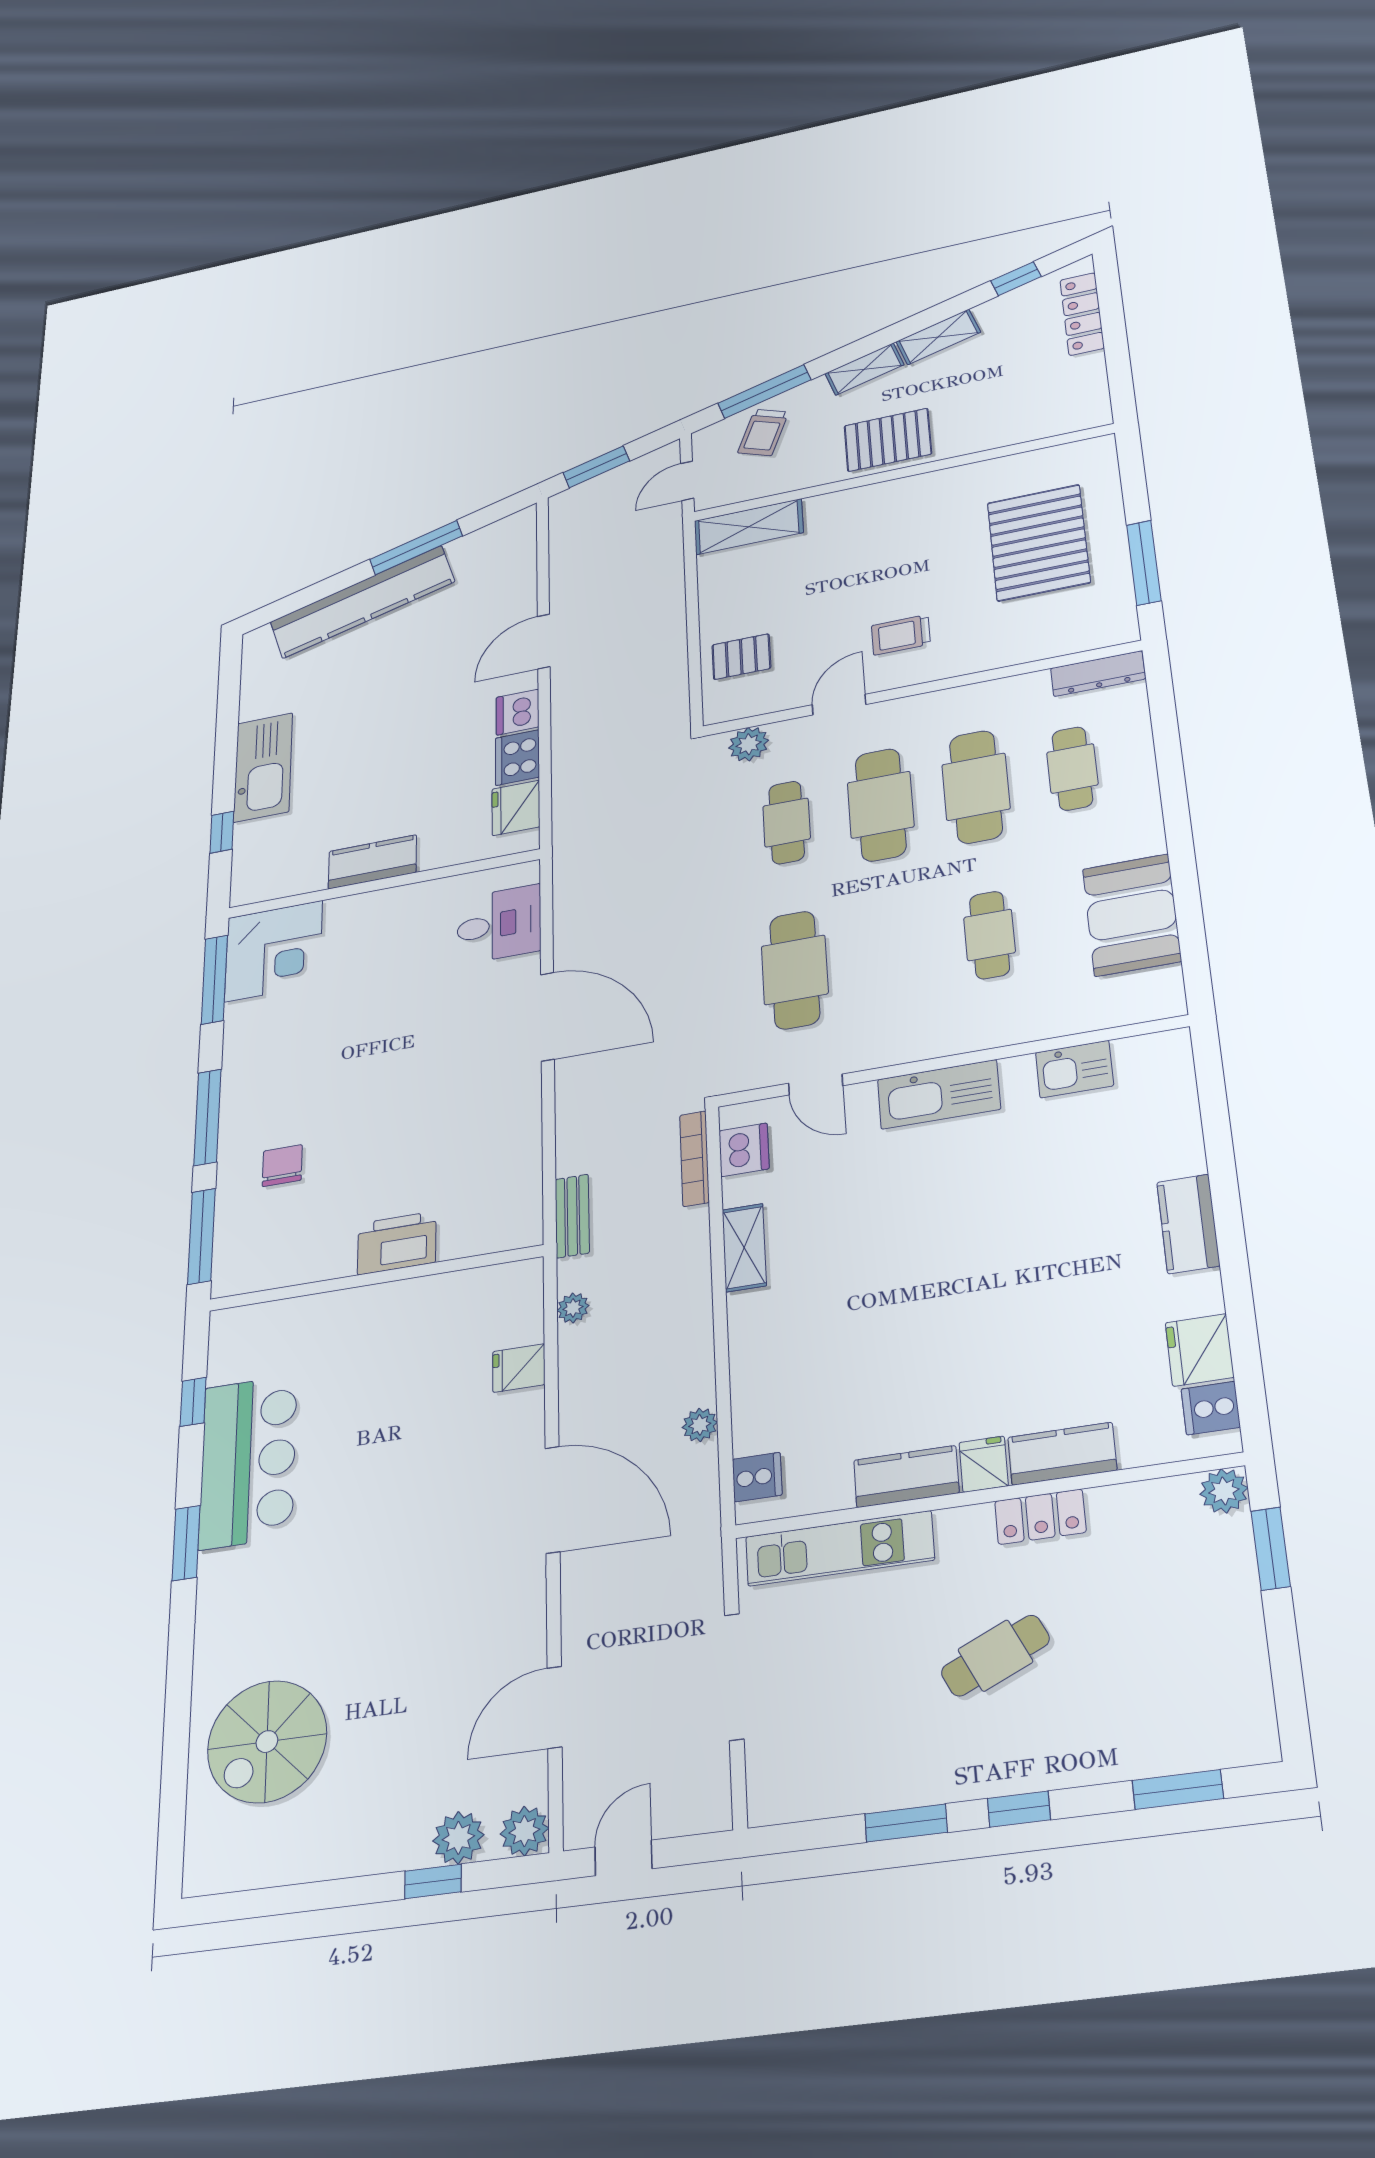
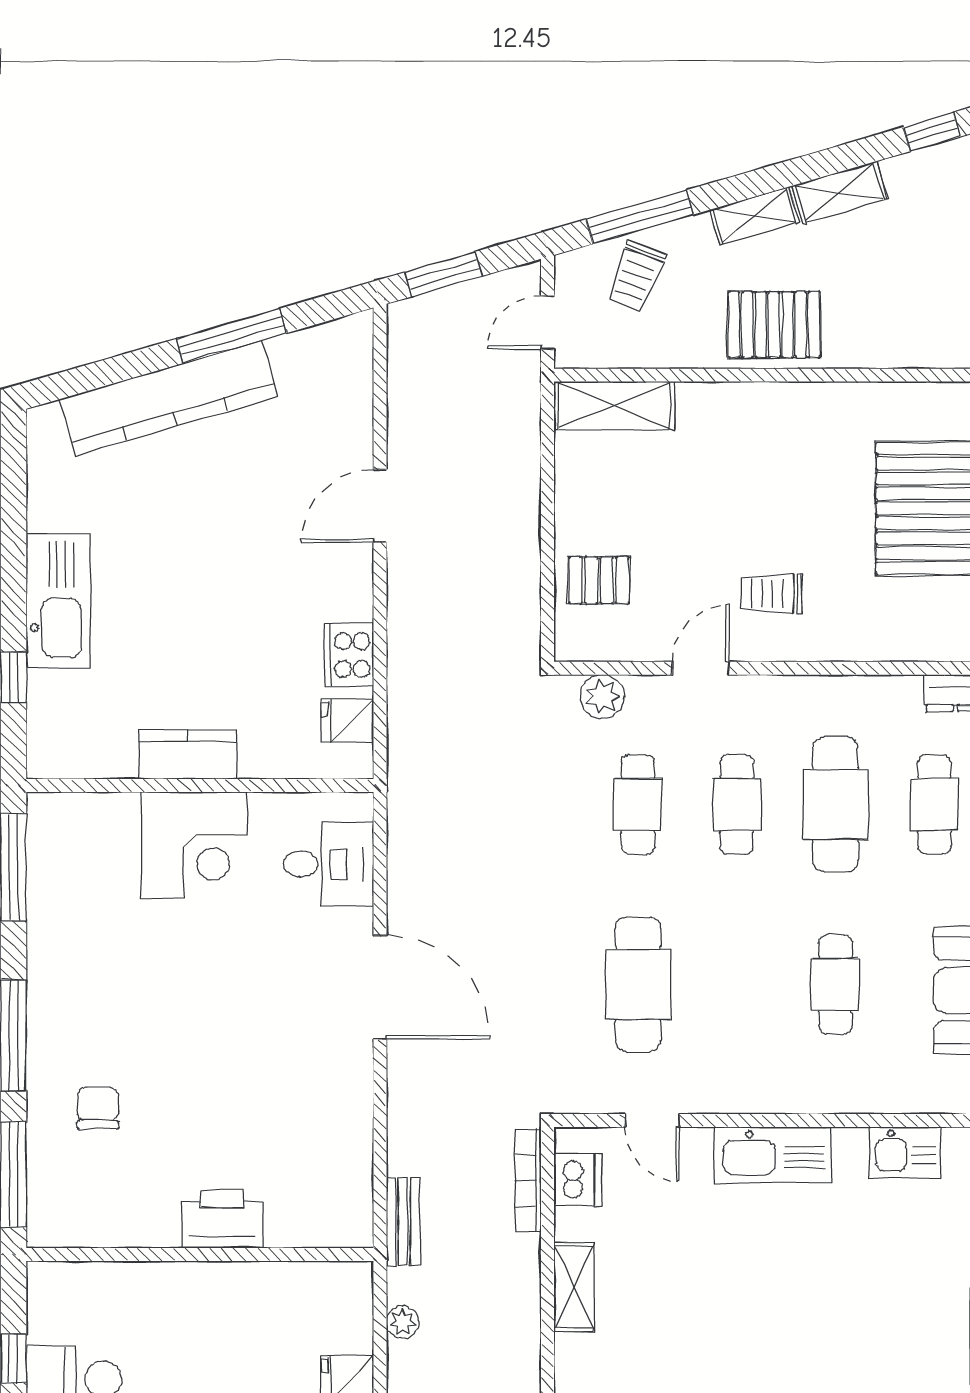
dishwasher: (517, 712) -> (350, 595), removed
cafe table: (881, 805) -> (737, 804), width x0.73, depth x0.74
fridge: (516, 808) -> (347, 720), width x0.72
corner desk: (274, 951) -> (194, 845), moved

